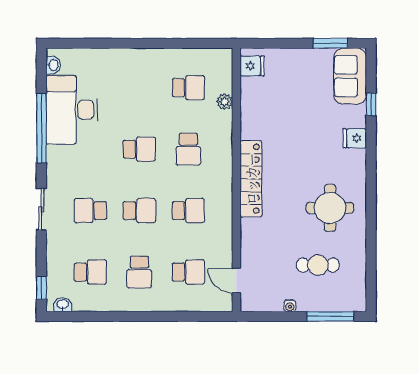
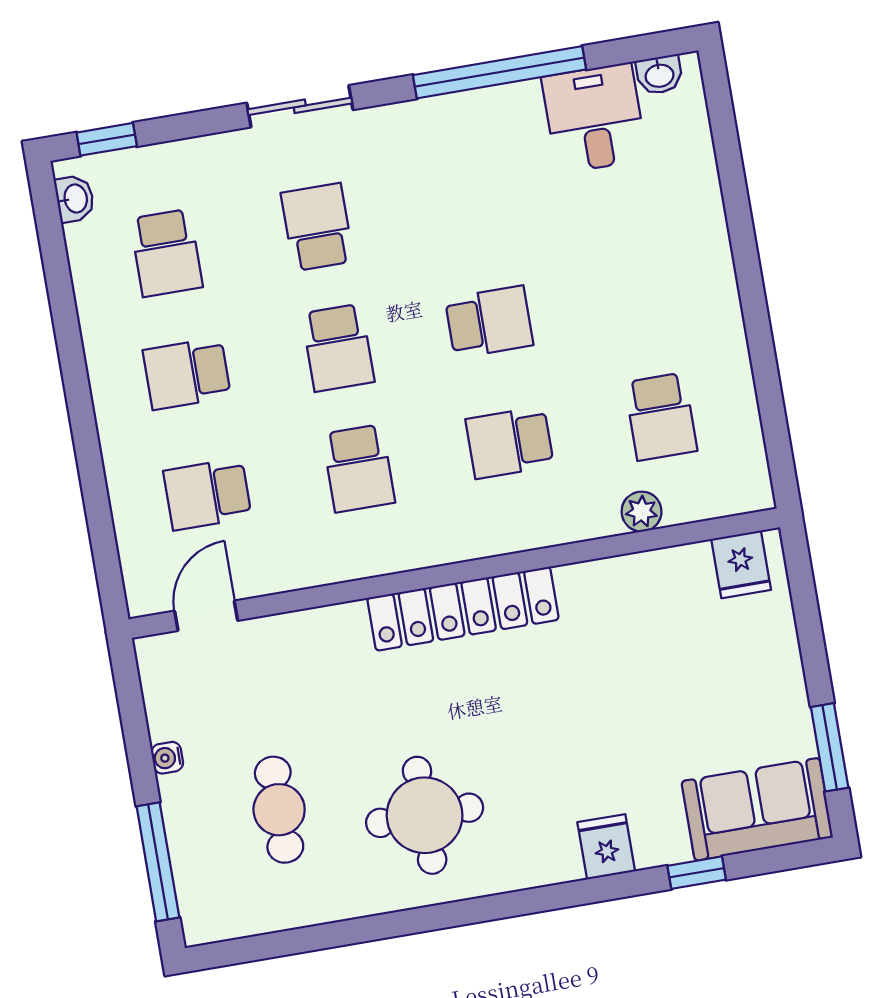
desk: (72, 110) -> (594, 118), width x0.53, depth x0.77
school desk: (139, 149) -> (489, 322), turned -90
school desk: (188, 272) -> (207, 494), turned 90

